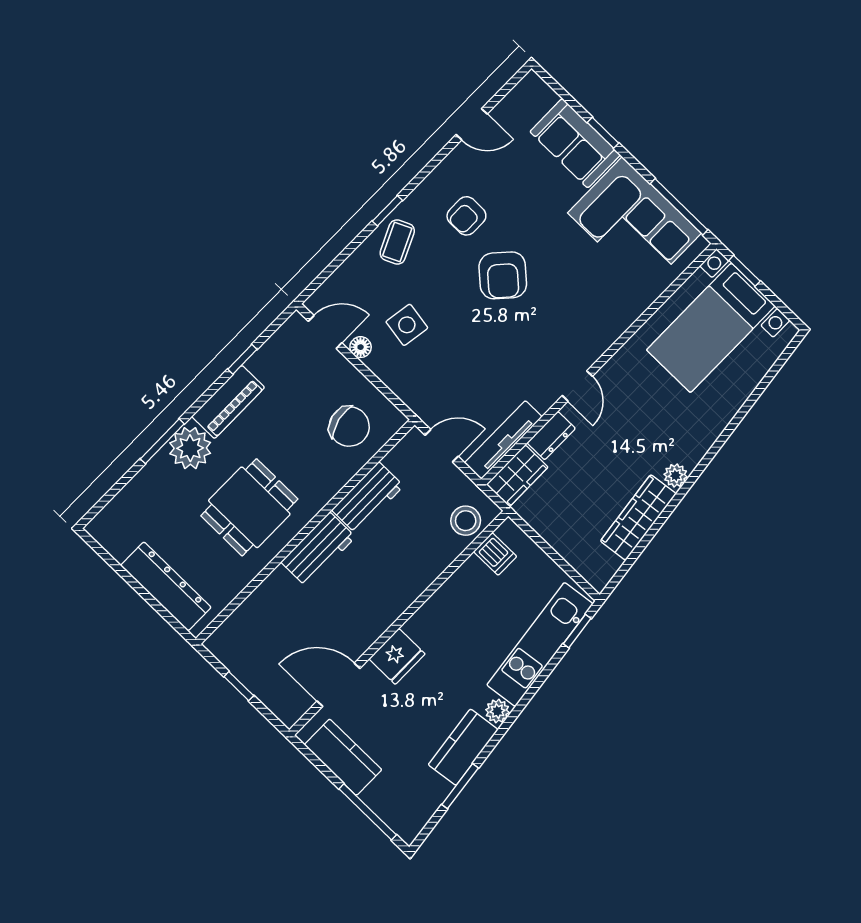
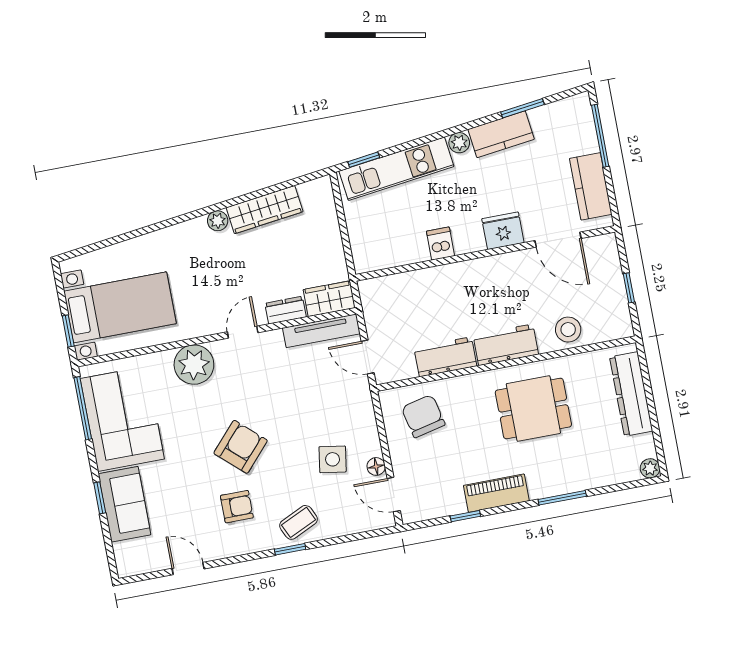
plant: (602, 323) -> (194, 365), added
plant: (190, 448) -> (650, 468), moved, width x0.53, depth x0.53
stool: (466, 521) -> (568, 330), moved
dishwasher: (495, 554) -> (440, 244), moved

